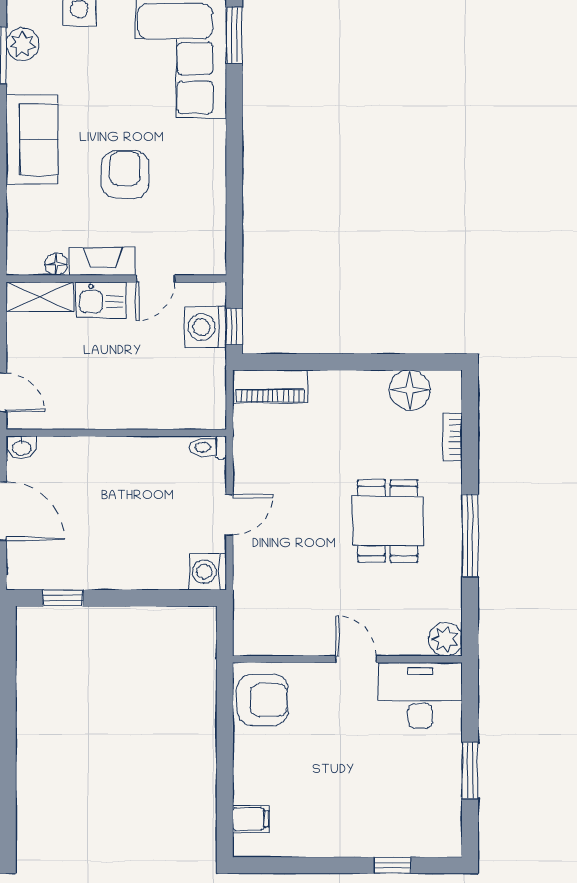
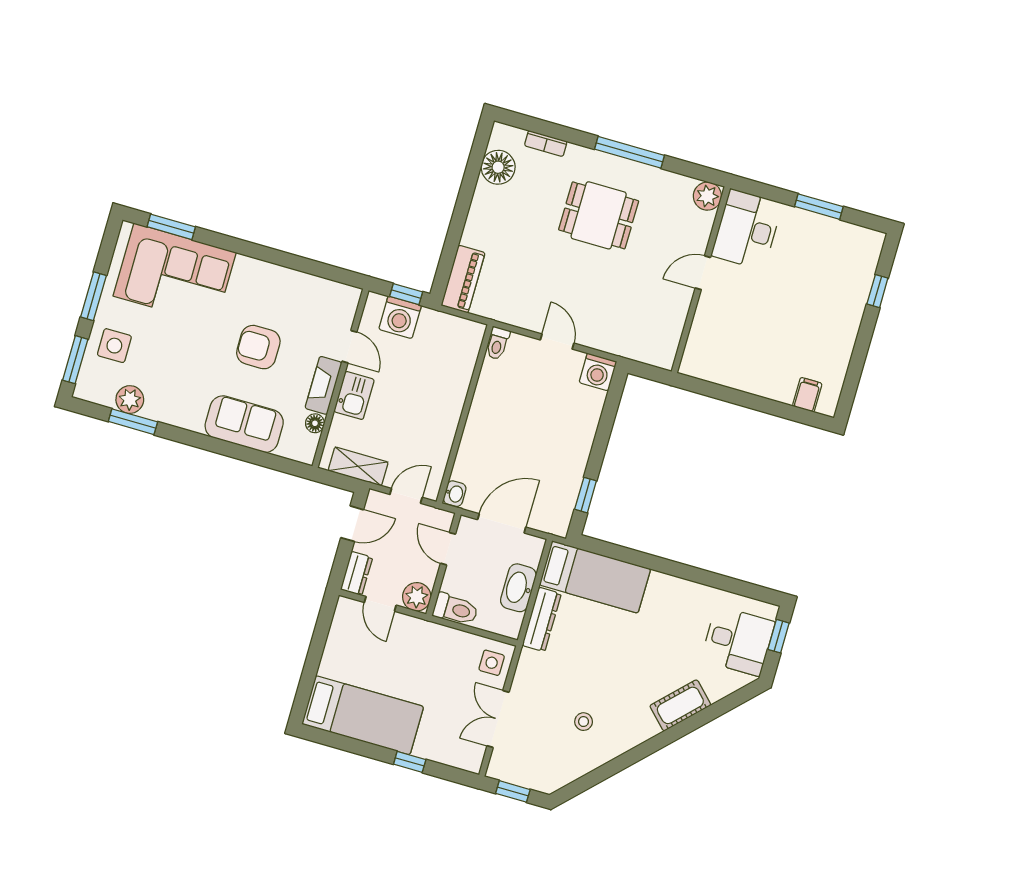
sofa: (32, 139) -> (244, 424), moved
shelving: (40, 297) -> (358, 466), moved, turned 90
armchair: (263, 700) -> (714, 358), removed

